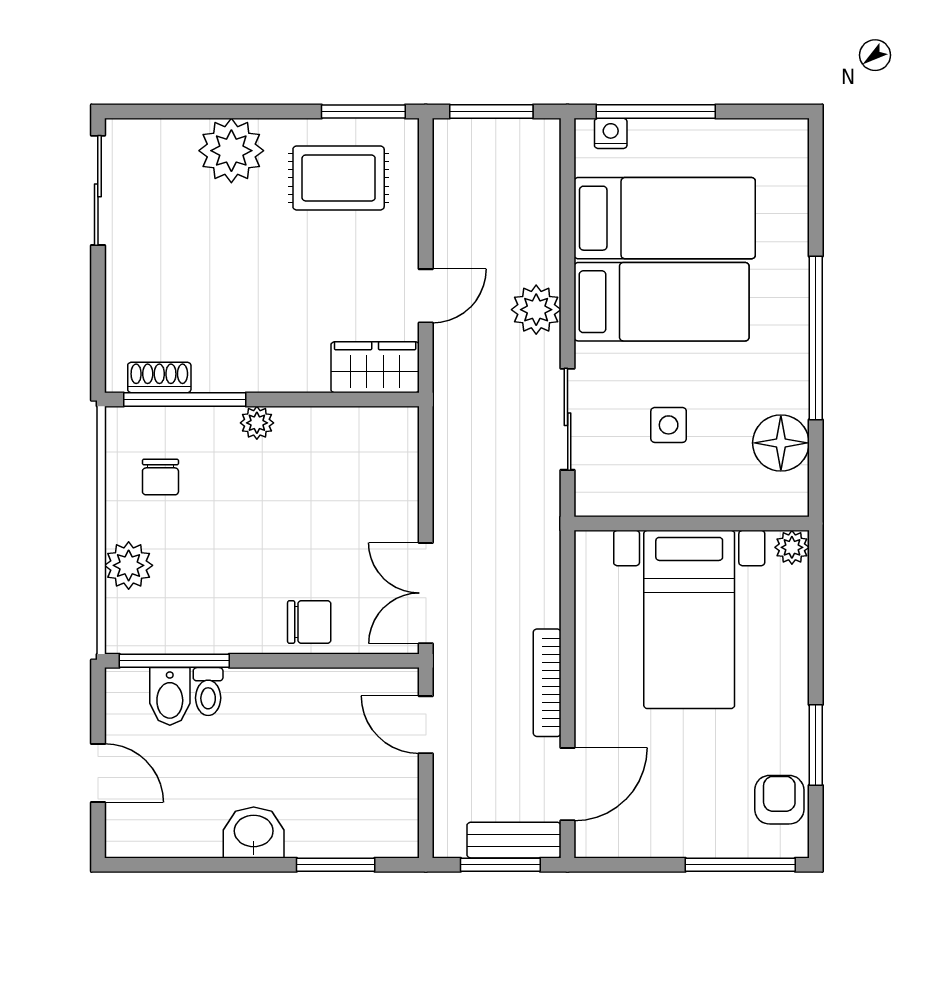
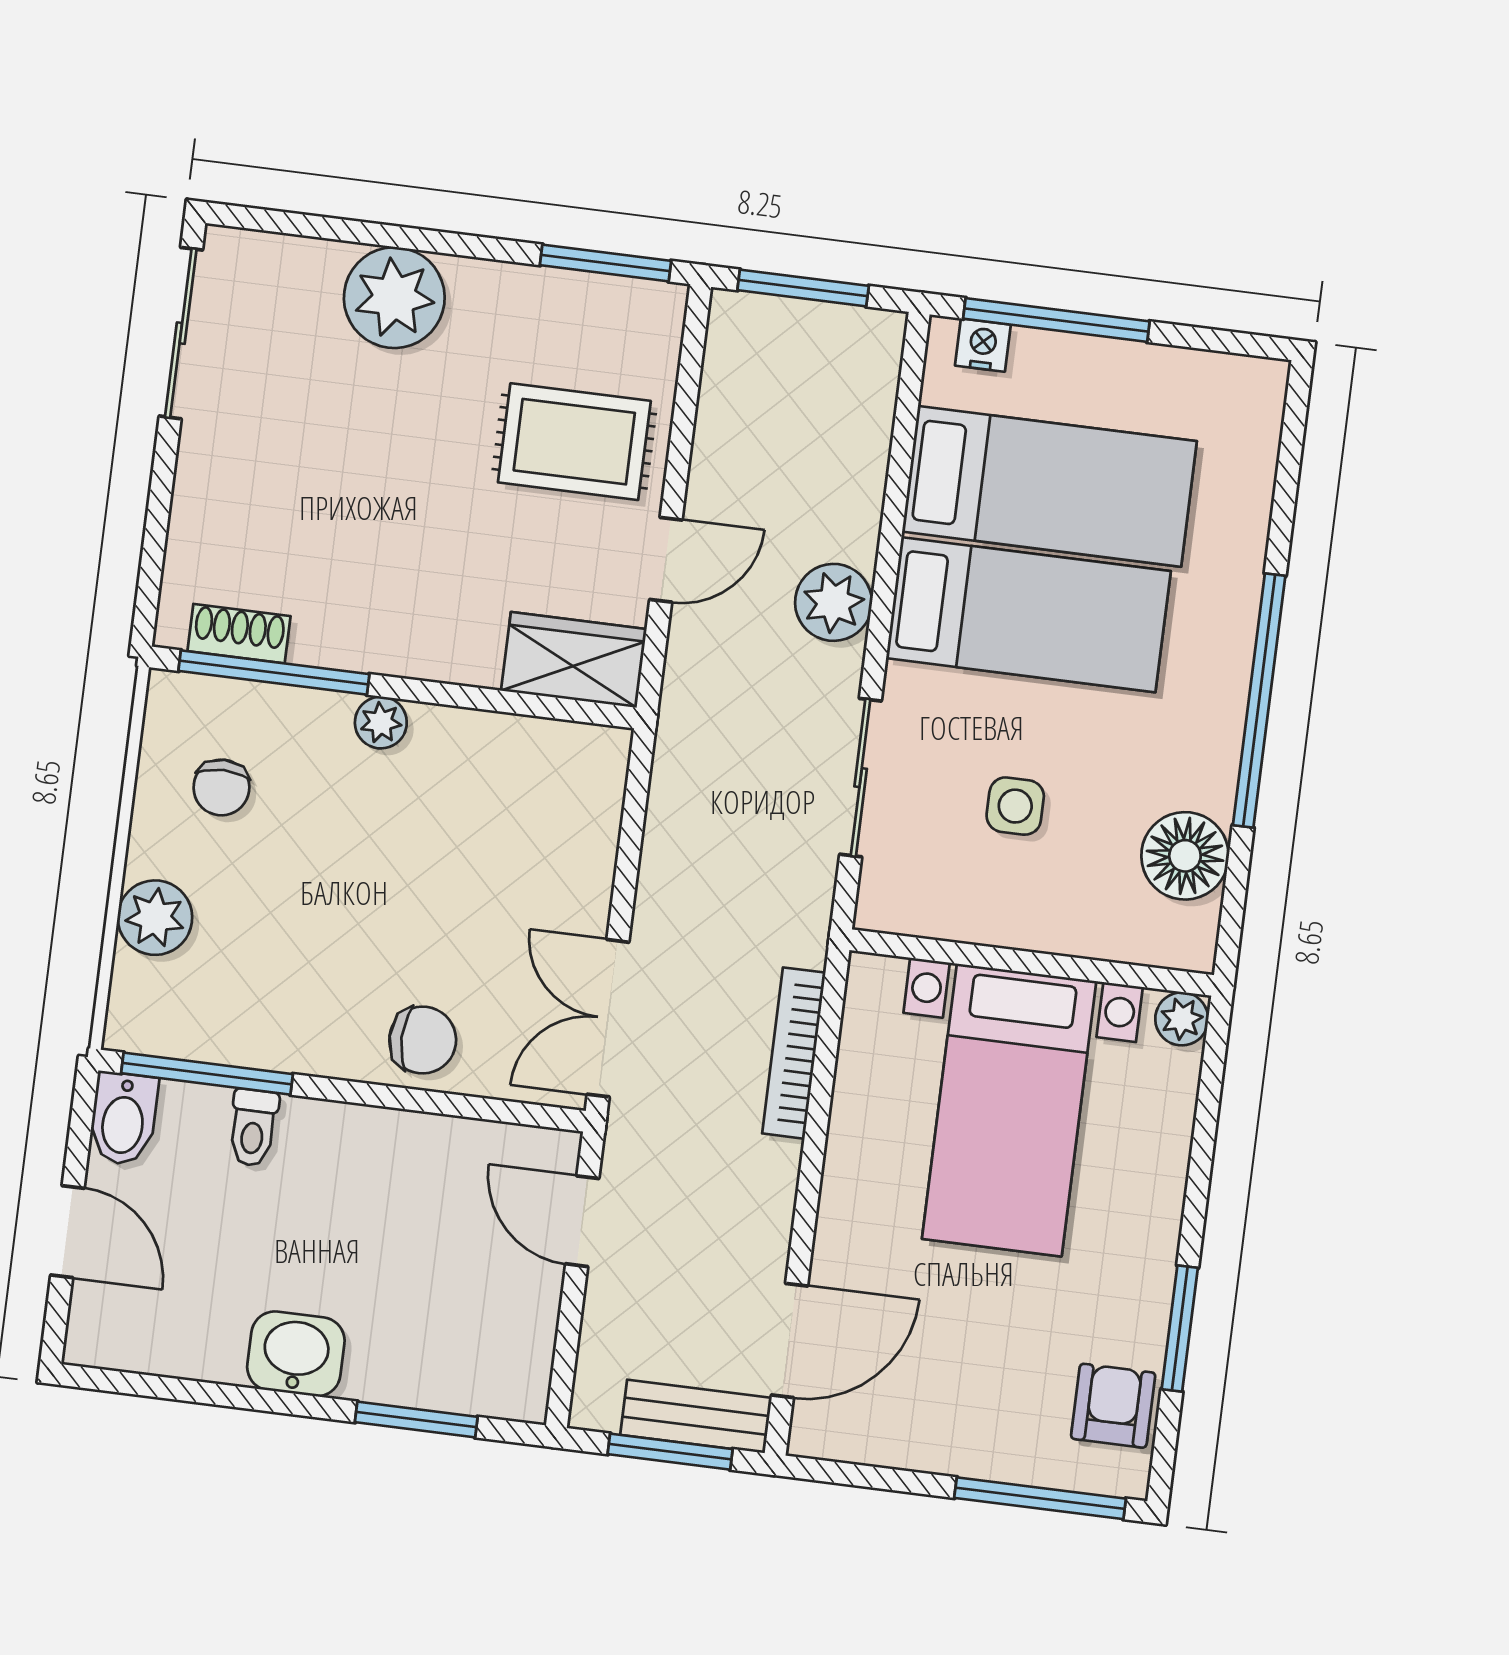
rug: (339, 178) -> (574, 442), moved
bookcase: (547, 683) -> (794, 1053), moved
bidet: (170, 696) -> (123, 1119), moved

